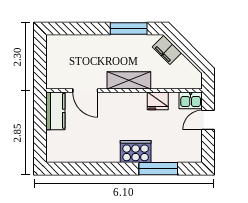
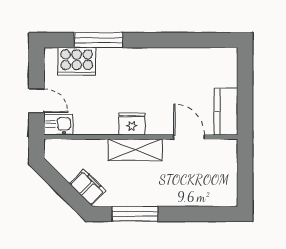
fridge: (158, 101) -> (132, 124), moved
door: (208, 120) -> (37, 101), hinge flipped
cooker: (136, 152) -> (77, 61), moved

